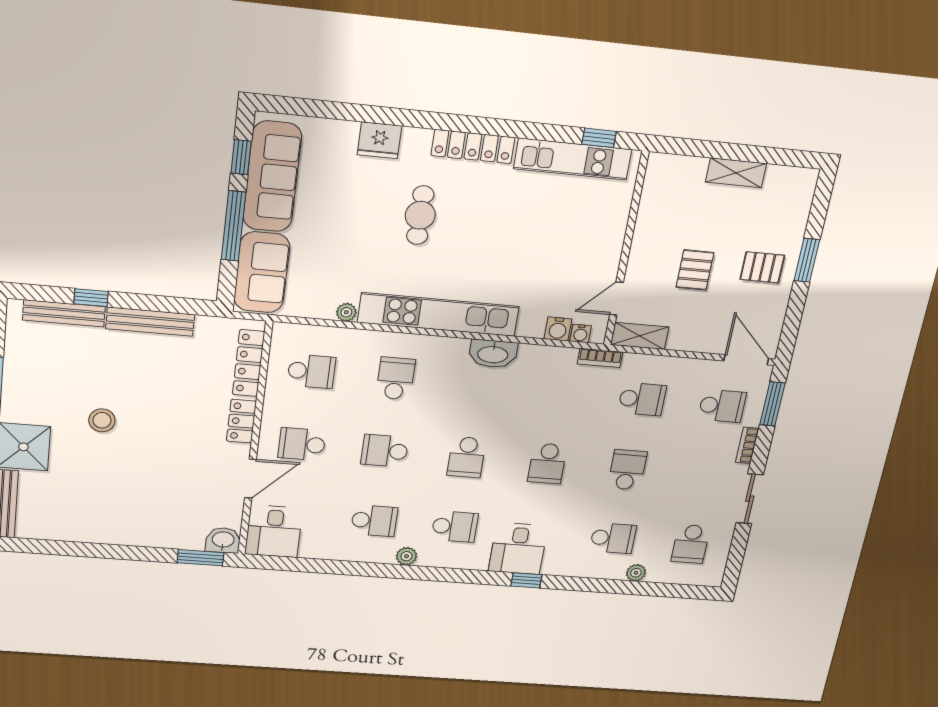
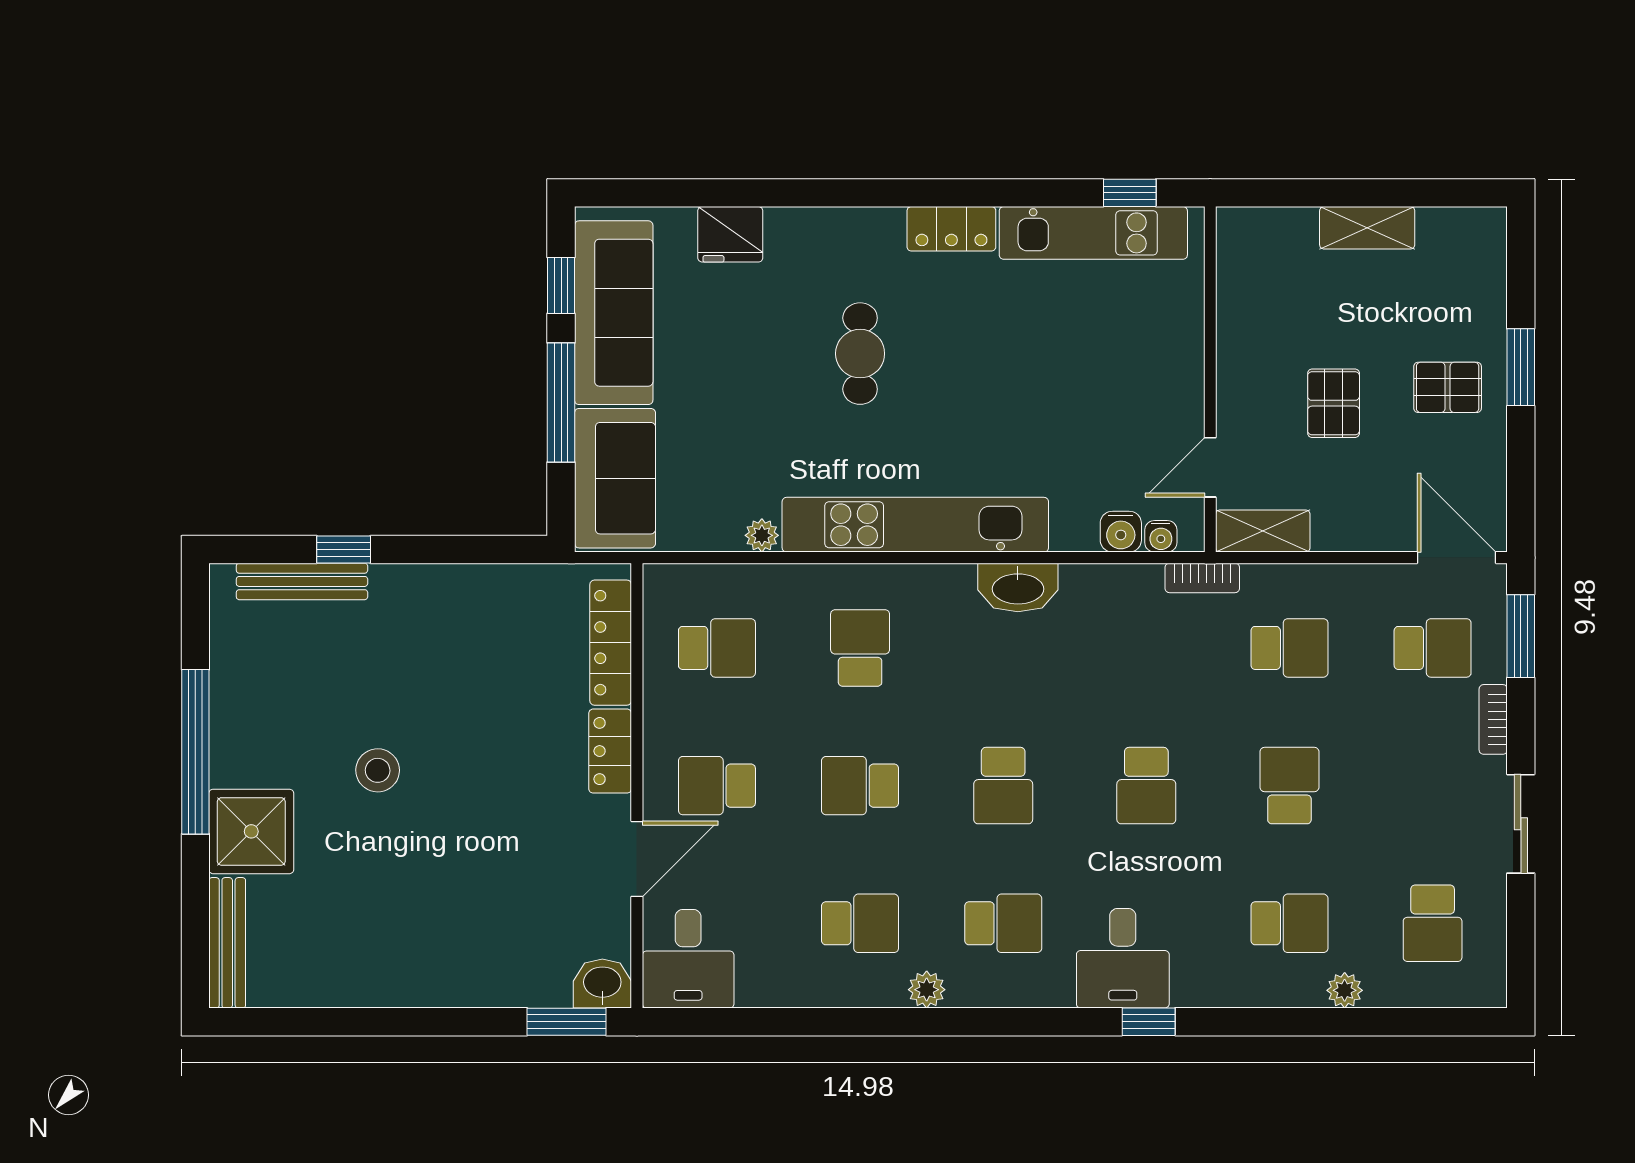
fridge: (379, 140) -> (730, 234), moved
locker: (473, 147) -> (951, 229), width x0.66
bench: (150, 322) -> (442, 583), removed

